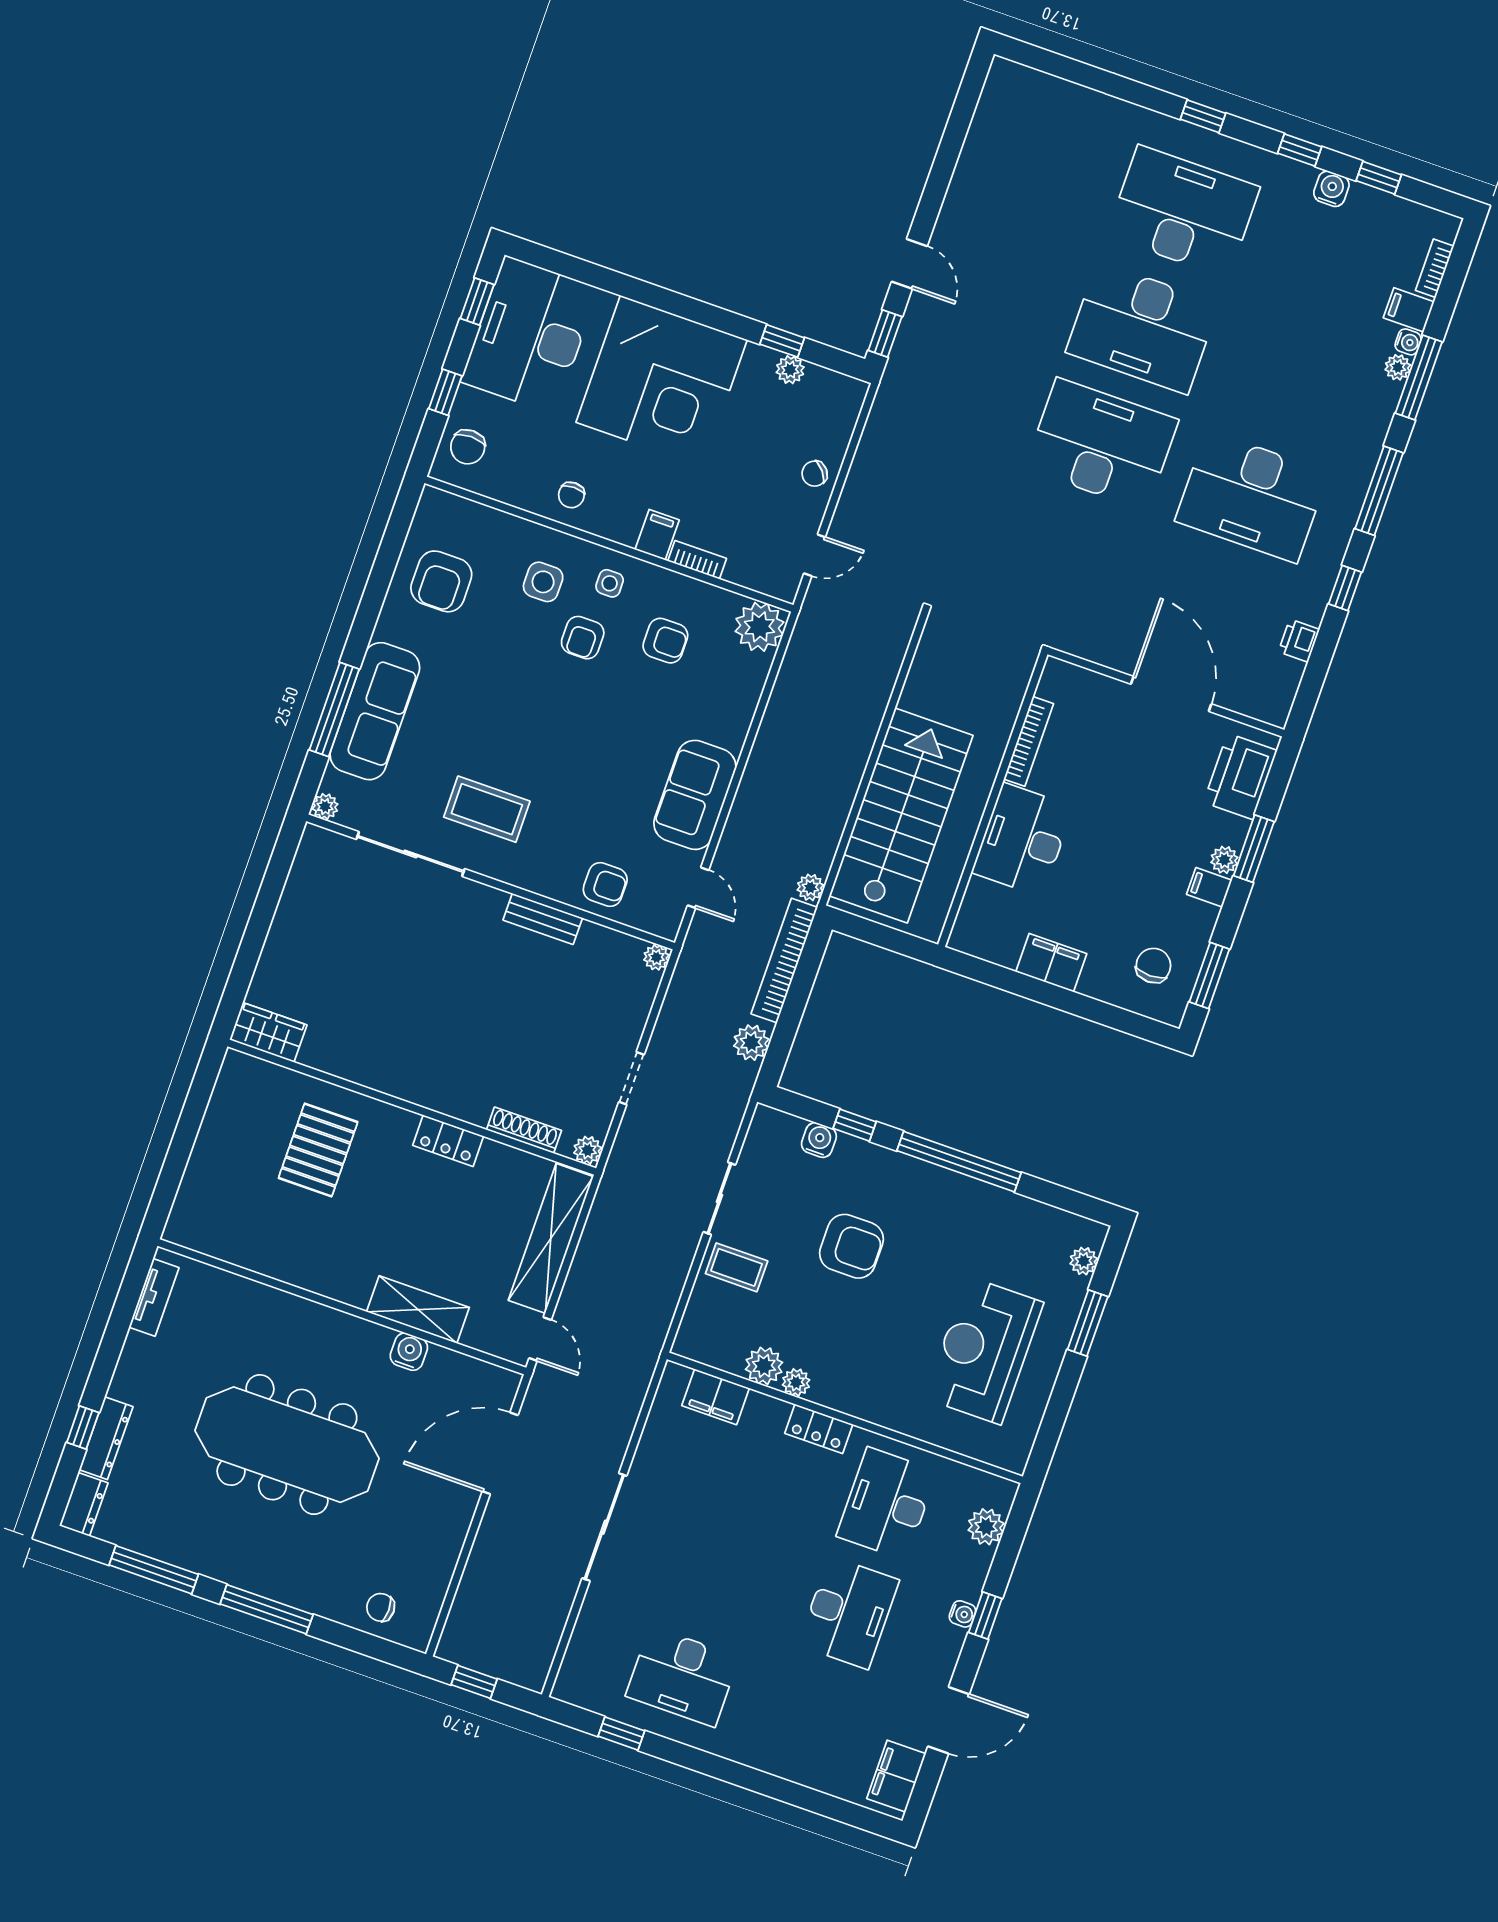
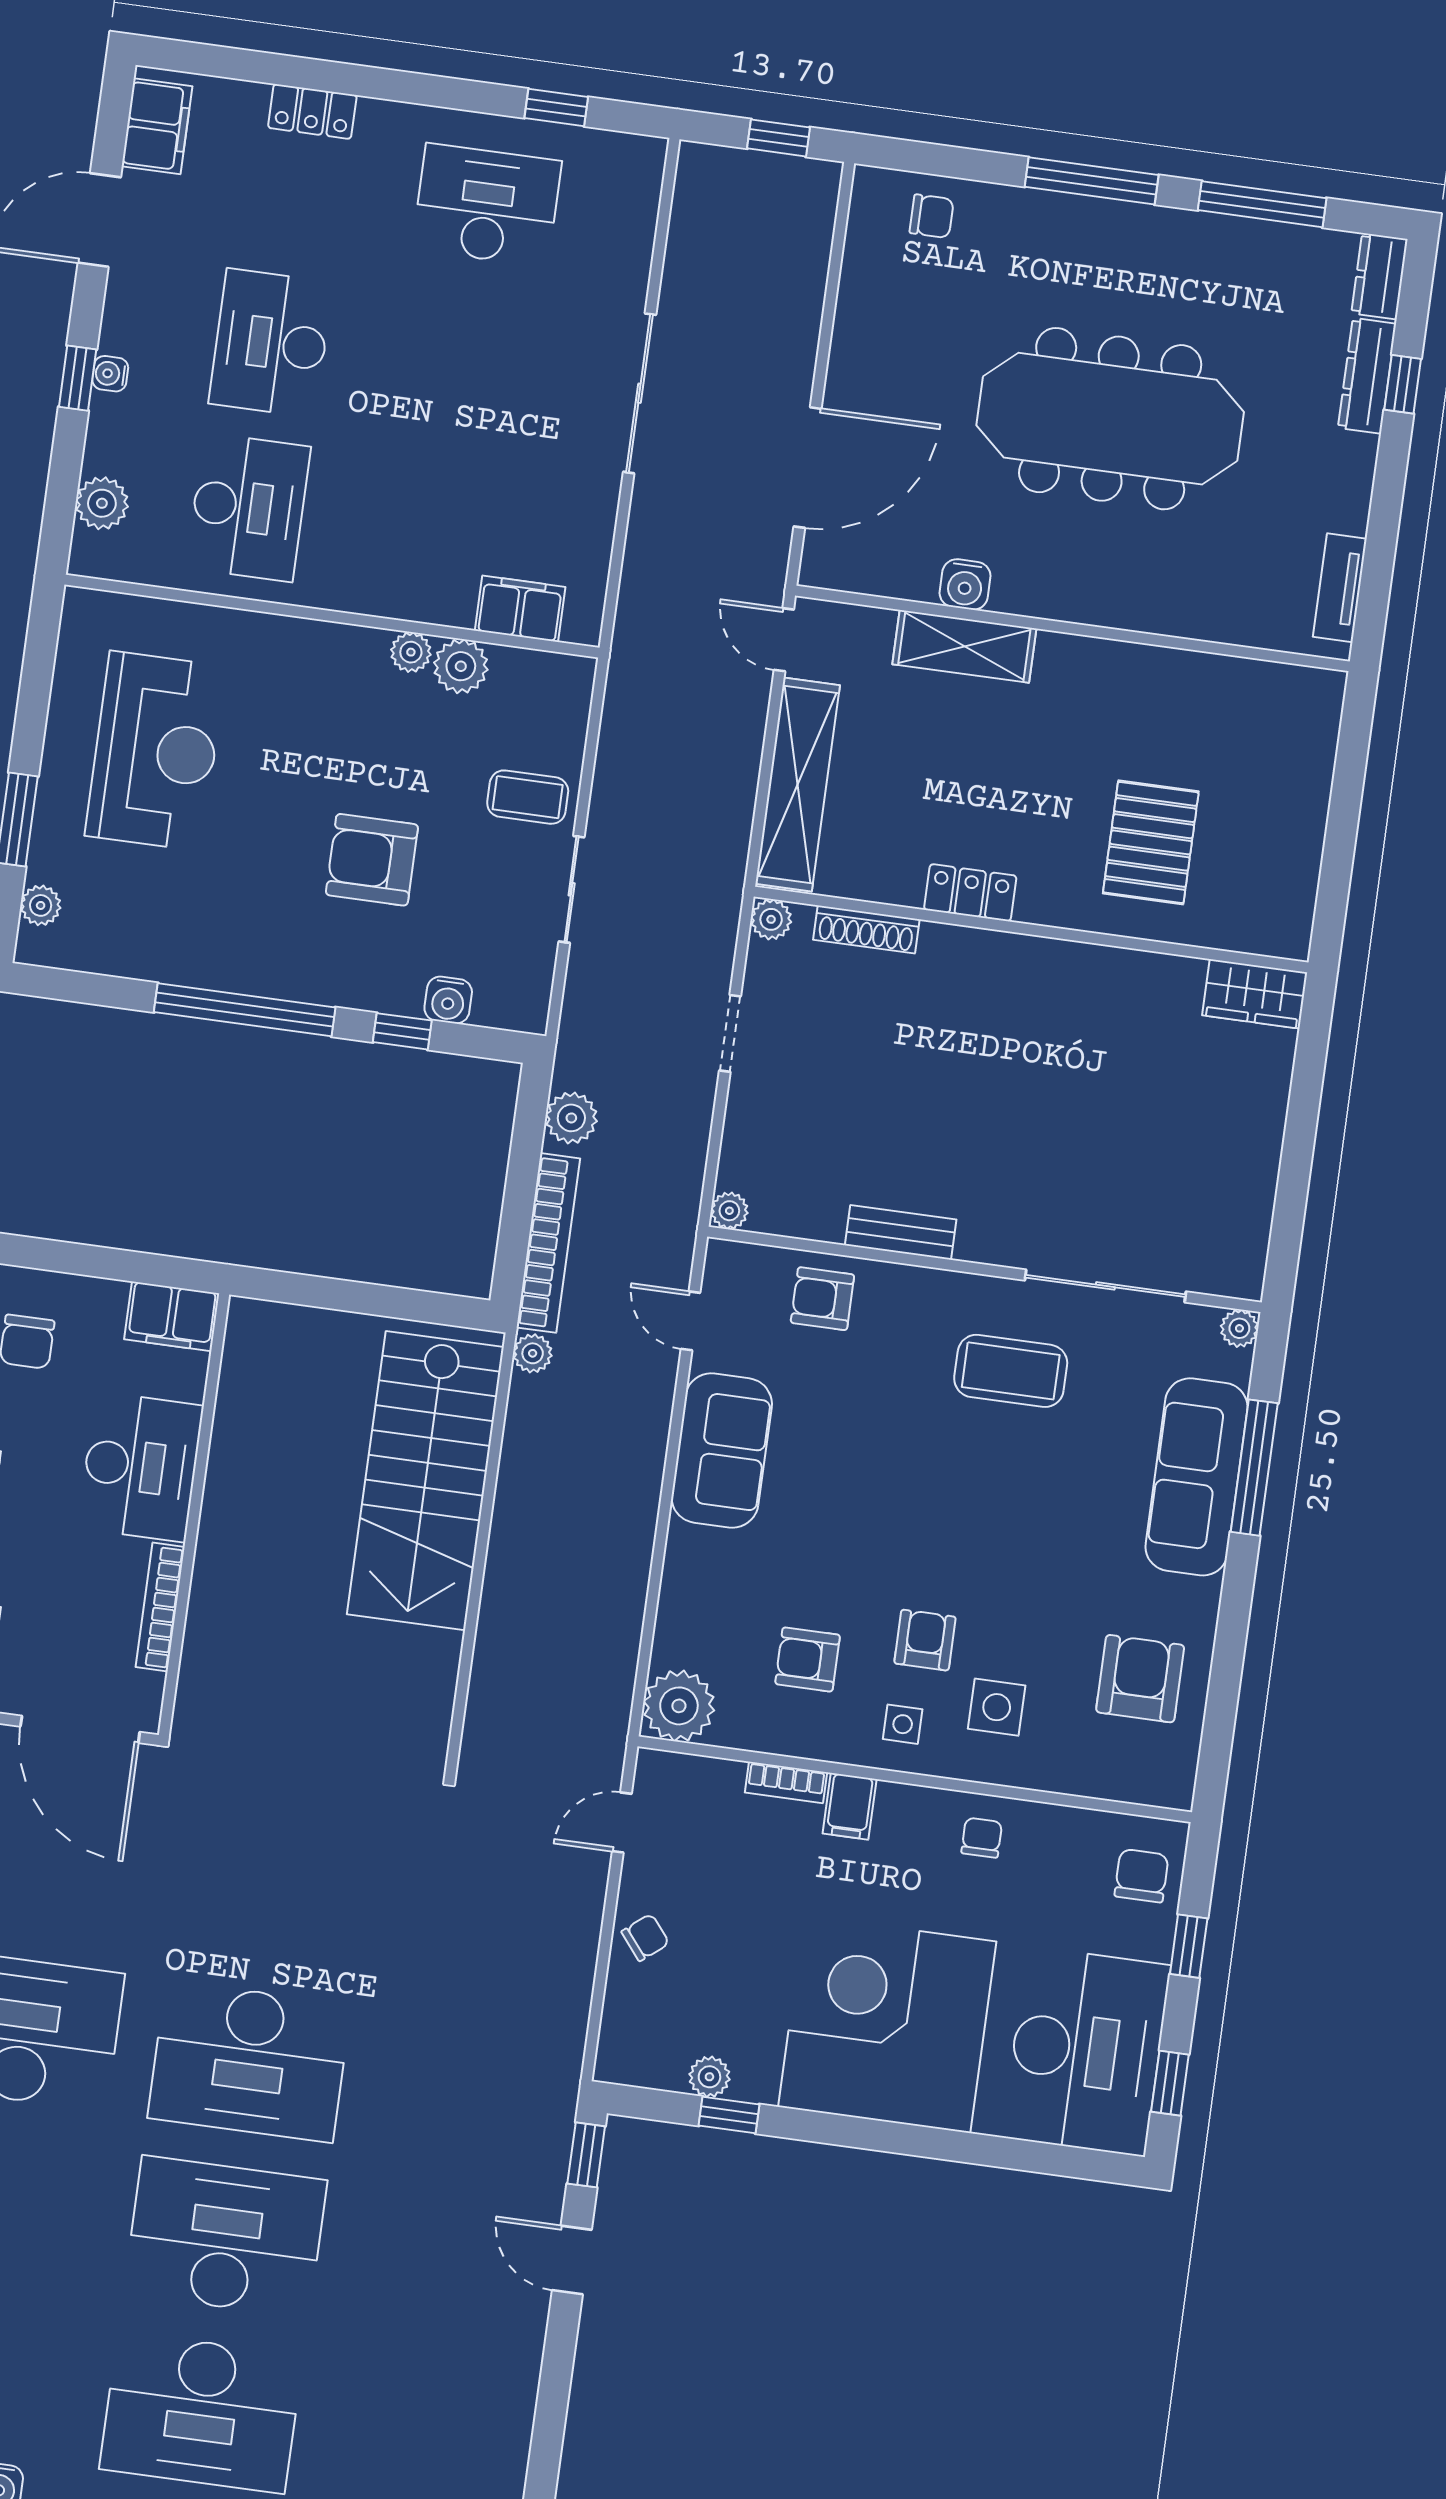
bookcase: (1029, 741) -> (160, 1607), moved
wall: (993, 800) -> (194, 1515), moved
desk: (1023, 840) -> (141, 1467), moved
locker: (819, 1429) -> (312, 111), moved, turned 180

